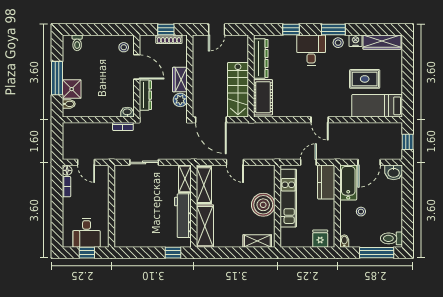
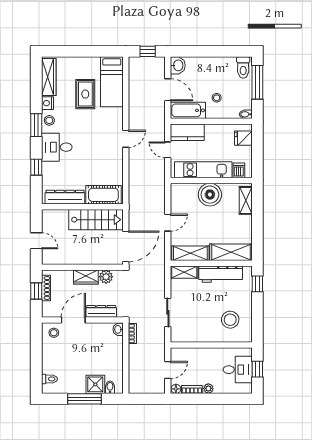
plant: (67, 203) -> (208, 388), added
stool: (137, 225) -> (230, 320), added
dishwasher: (288, 234) -> (239, 170), added

